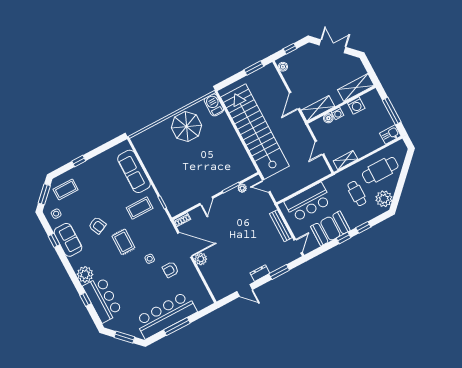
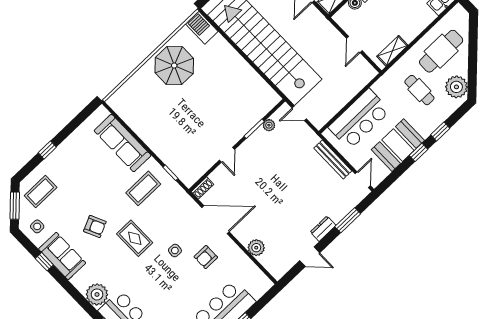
plant: (201, 259) -> (256, 248), moved

